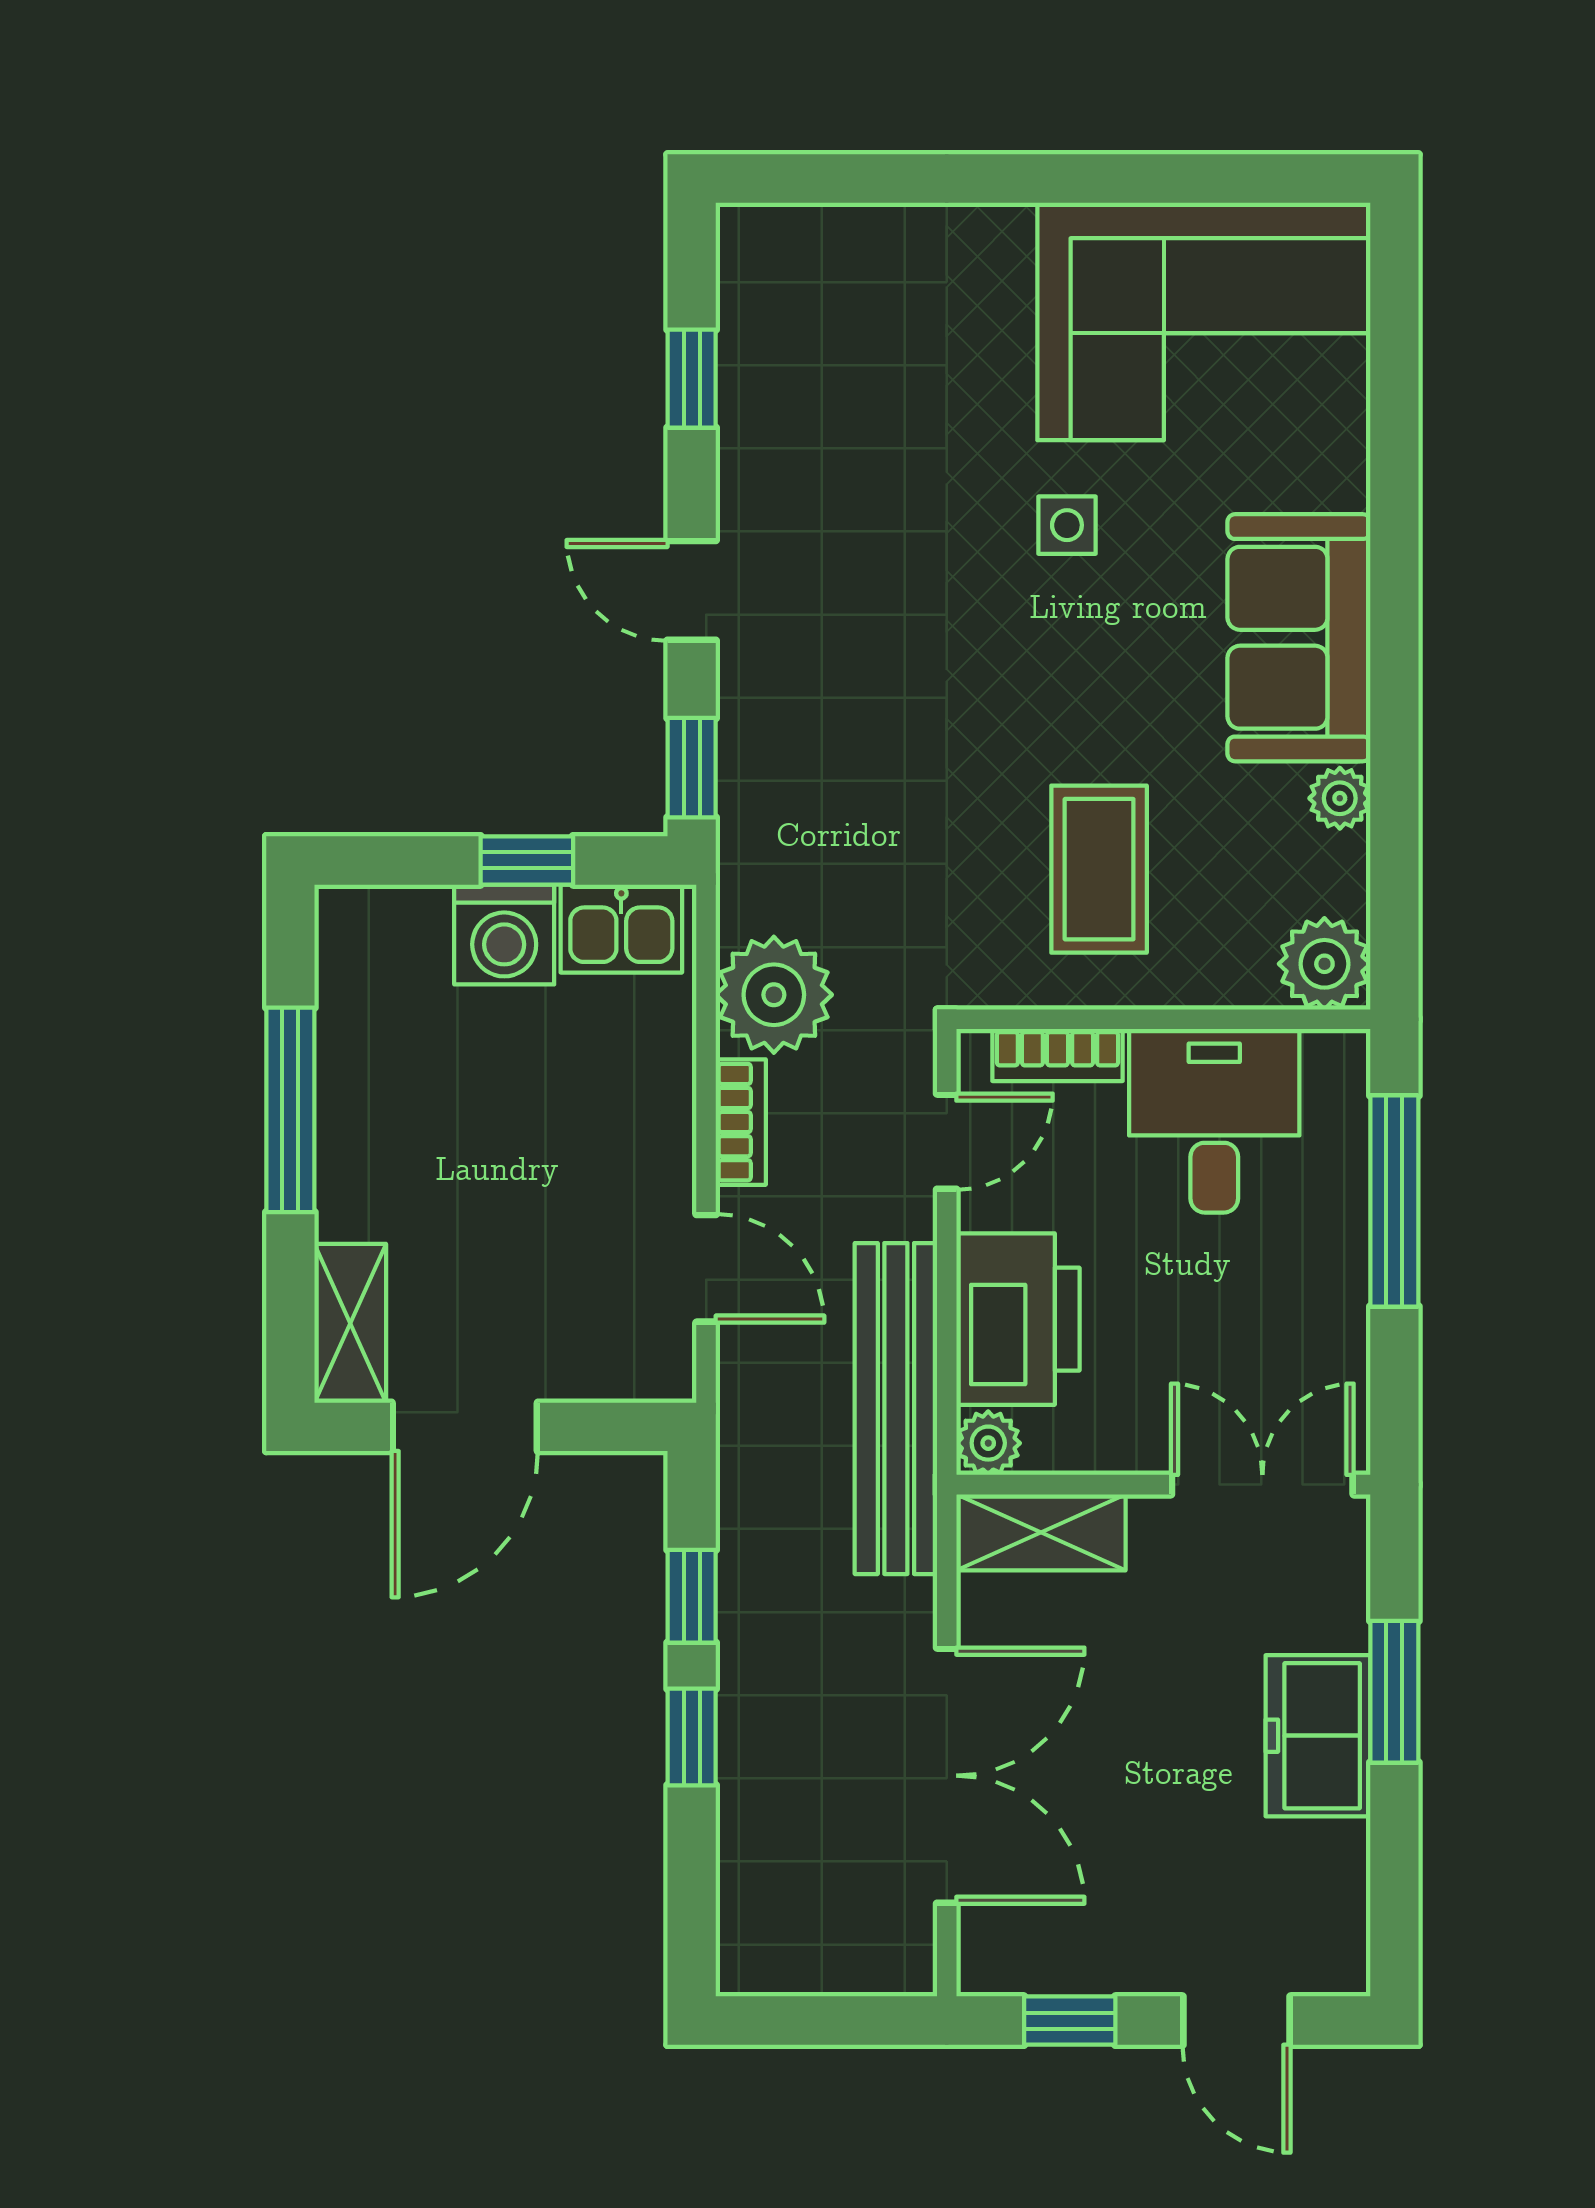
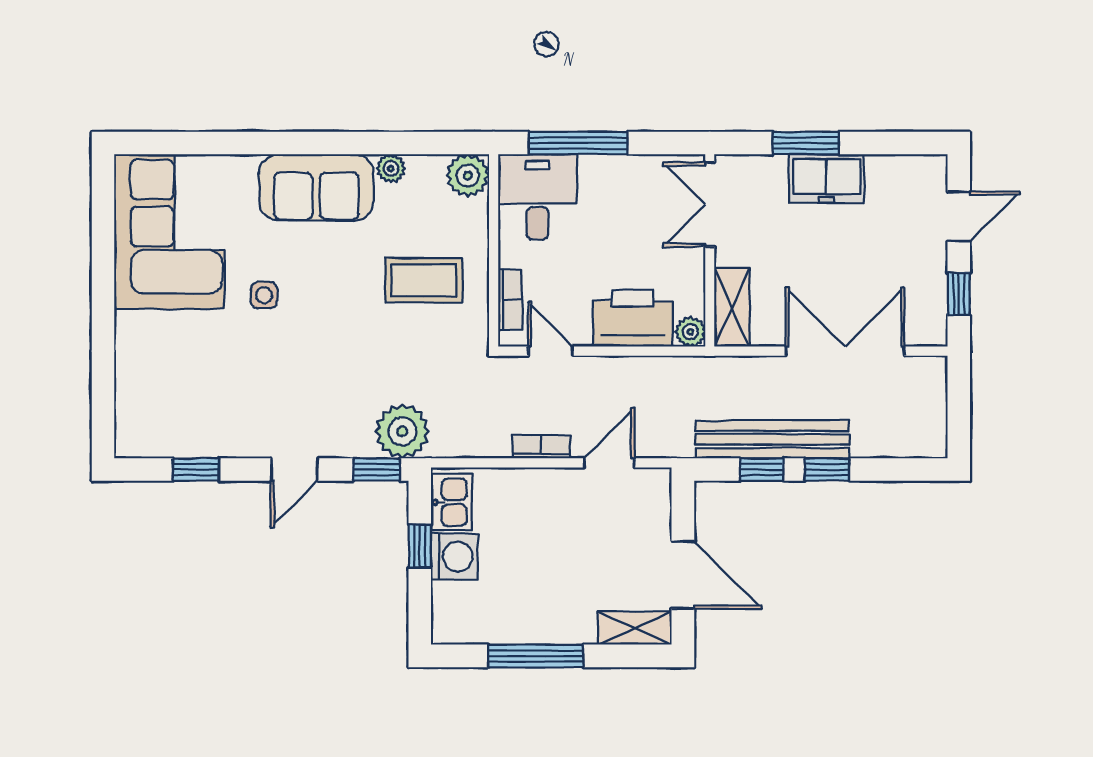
plant: (774, 995) -> (402, 431), moved
desk: (1214, 1121) -> (538, 197), moved, turned 90
bench: (896, 1409) -> (772, 439), moved

